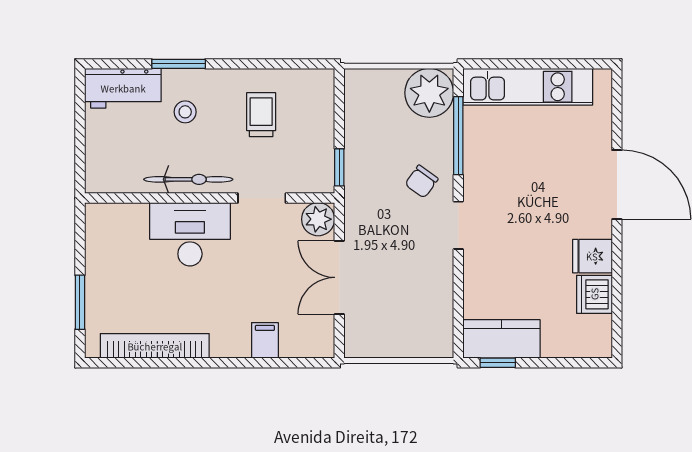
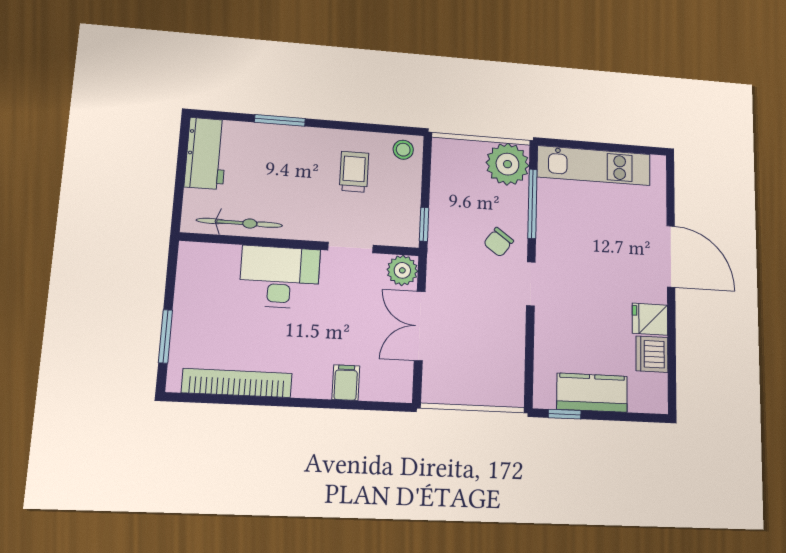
workbench: (123, 88) -> (206, 153), moved, turned -90
stool: (185, 112) -> (403, 150), moved
bicycle: (188, 179) -> (240, 223), moved
kitchen counter: (501, 339) -> (592, 393), moved

